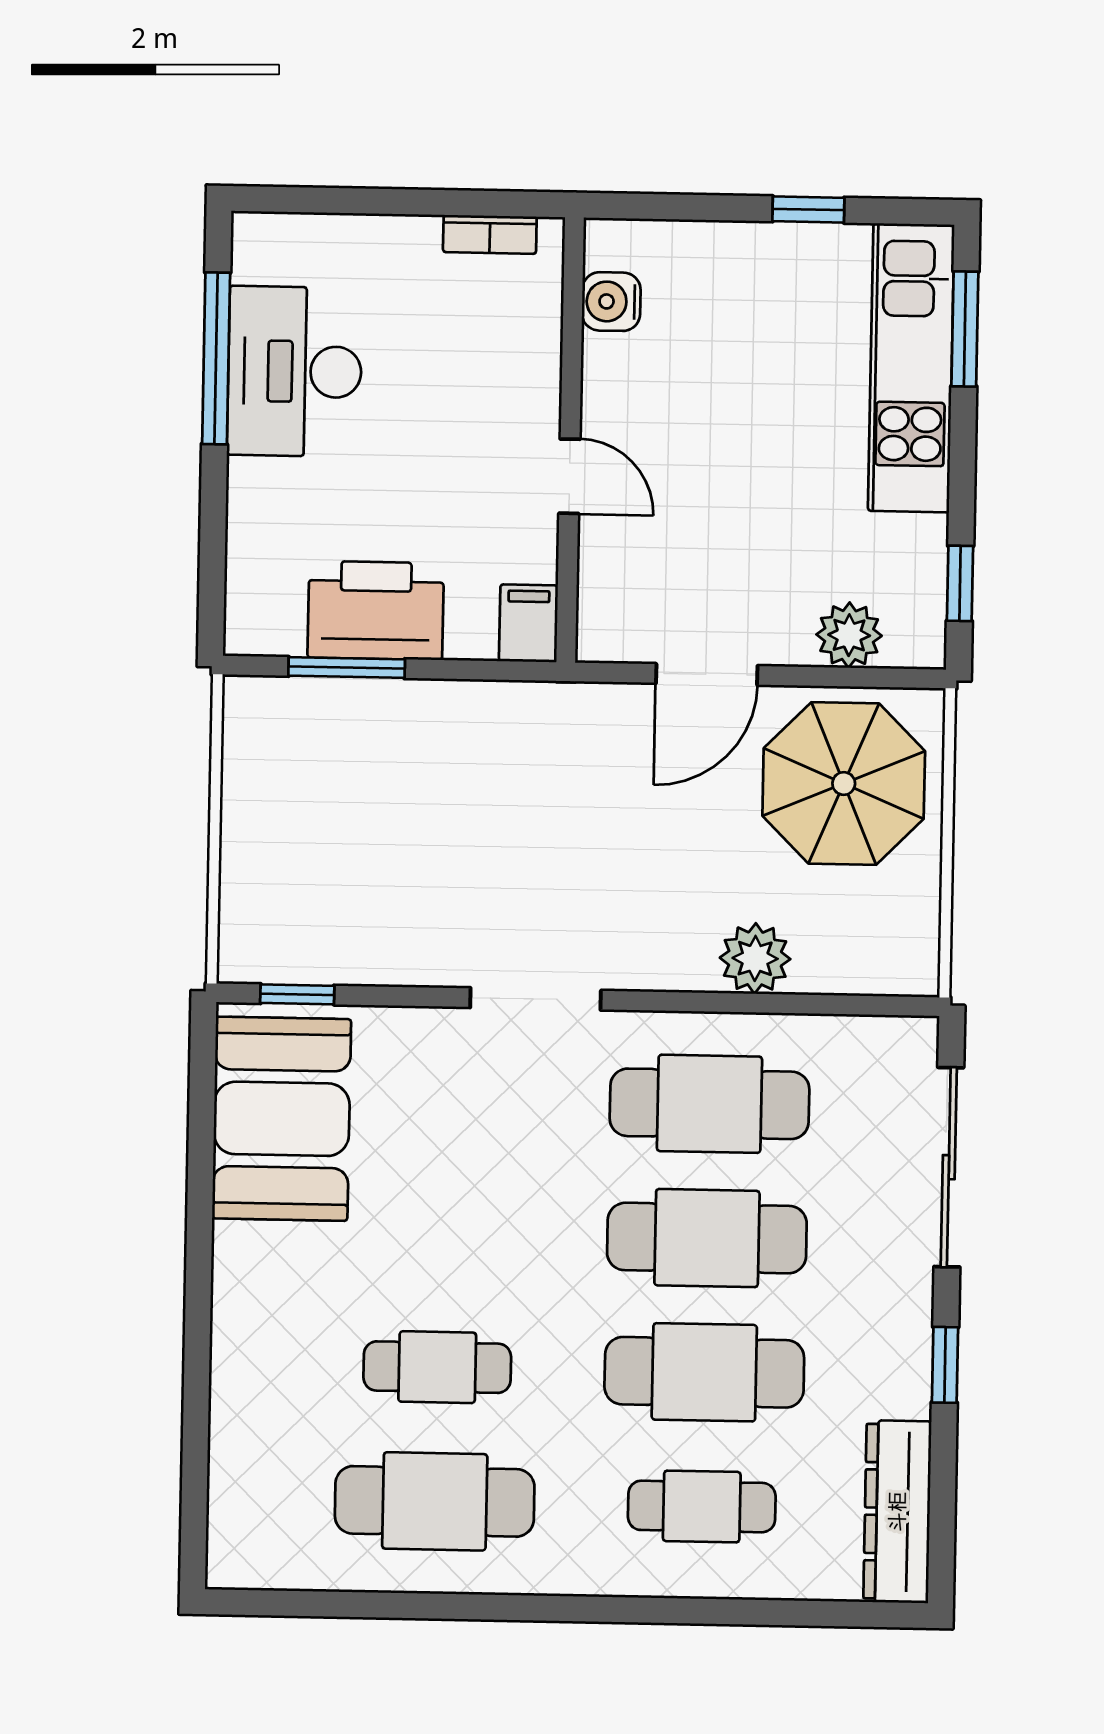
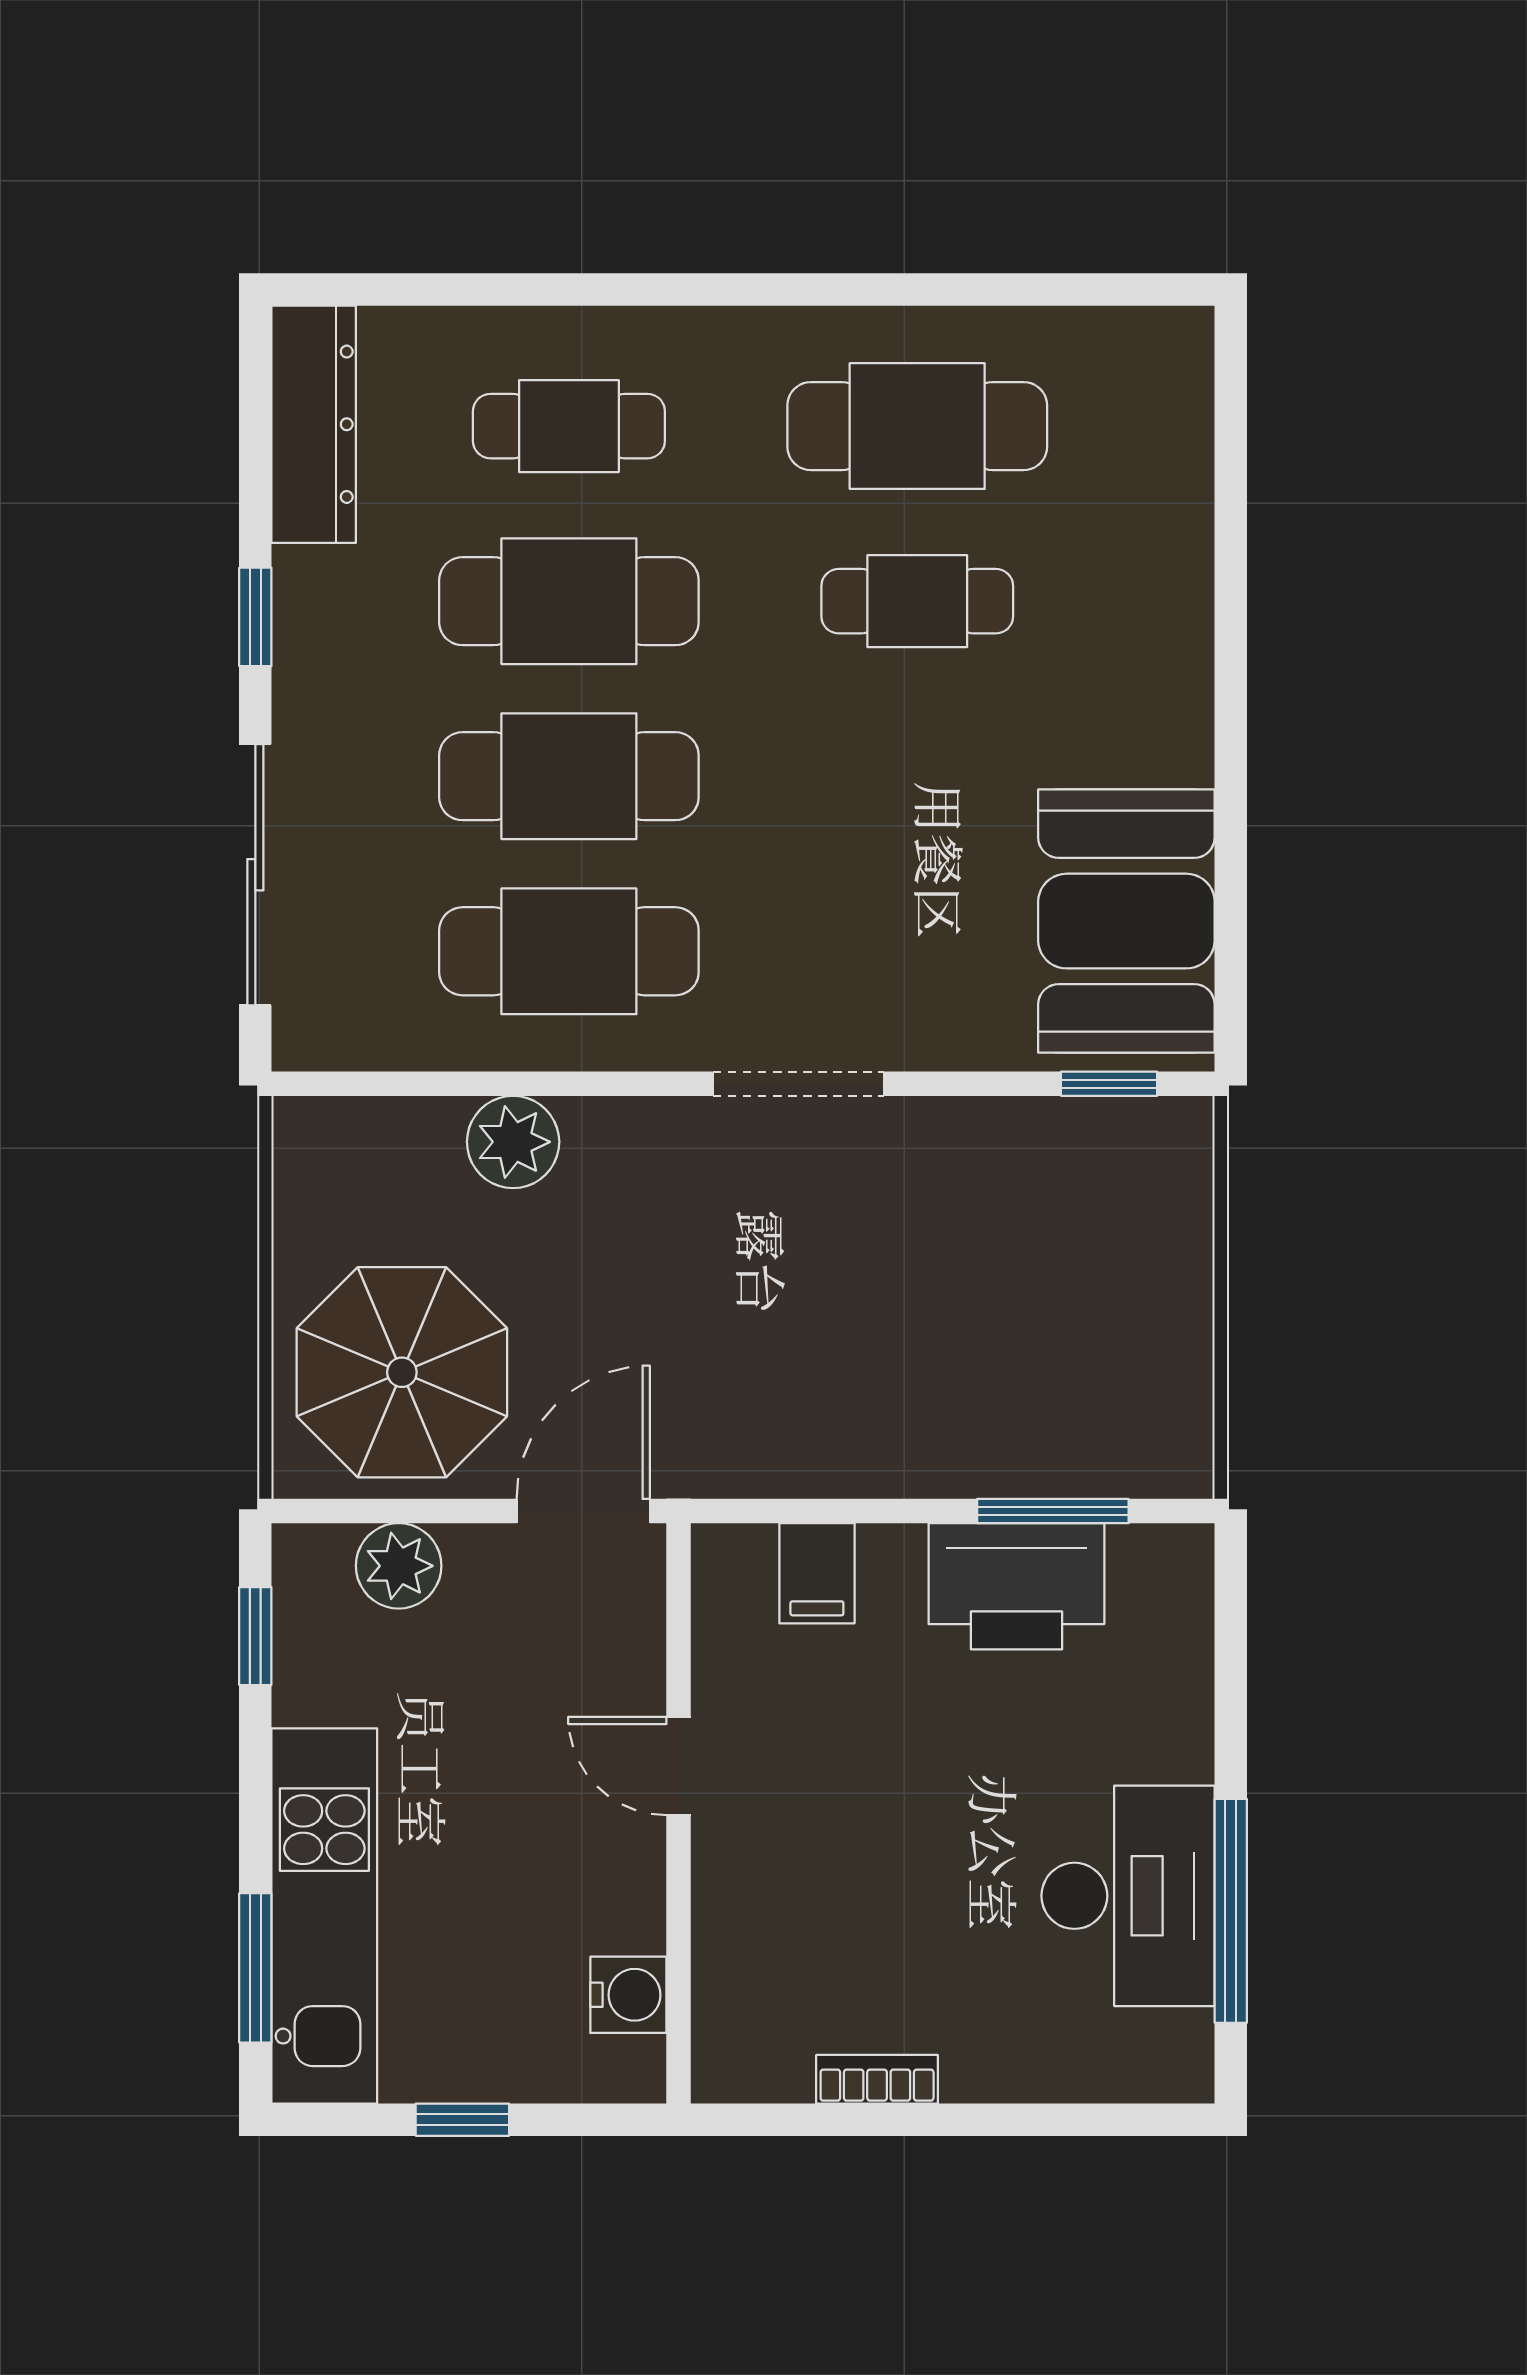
water cooler: (611, 302) -> (628, 1995), moved
wall: (570, 440) -> (679, 1813), moved
door: (569, 476) -> (679, 1766), moved

